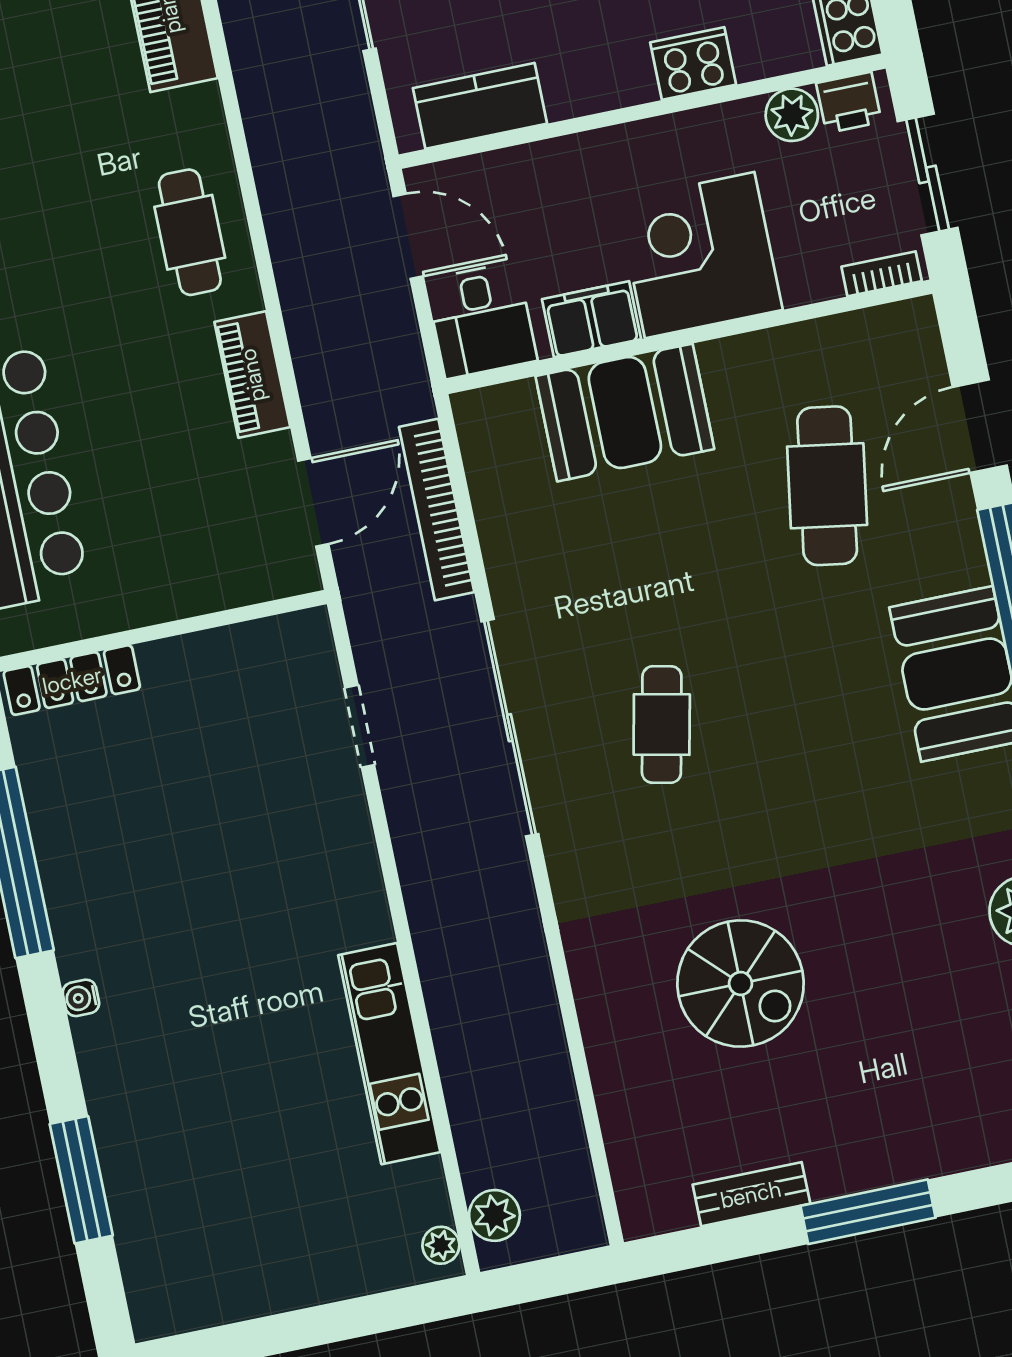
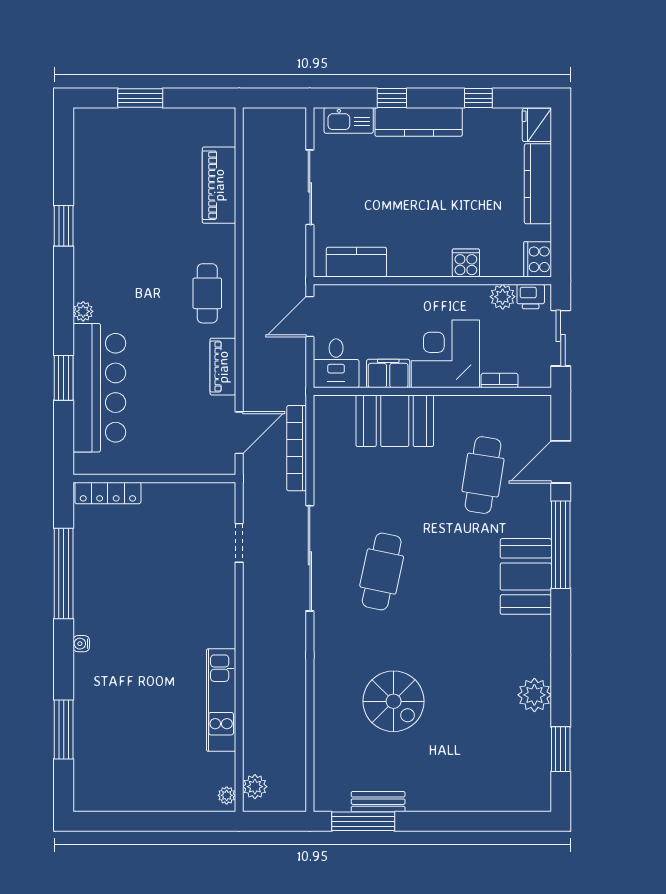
cooker: (693, 64) -> (466, 263), width x0.73
door: (408, 236) -> (310, 317), swing flipped
bookcase: (882, 274) -> (499, 380), moved
cafe table: (662, 725) -> (382, 571), width x1.37, depth x1.35
window: (868, 1212) -> (363, 821), moved

